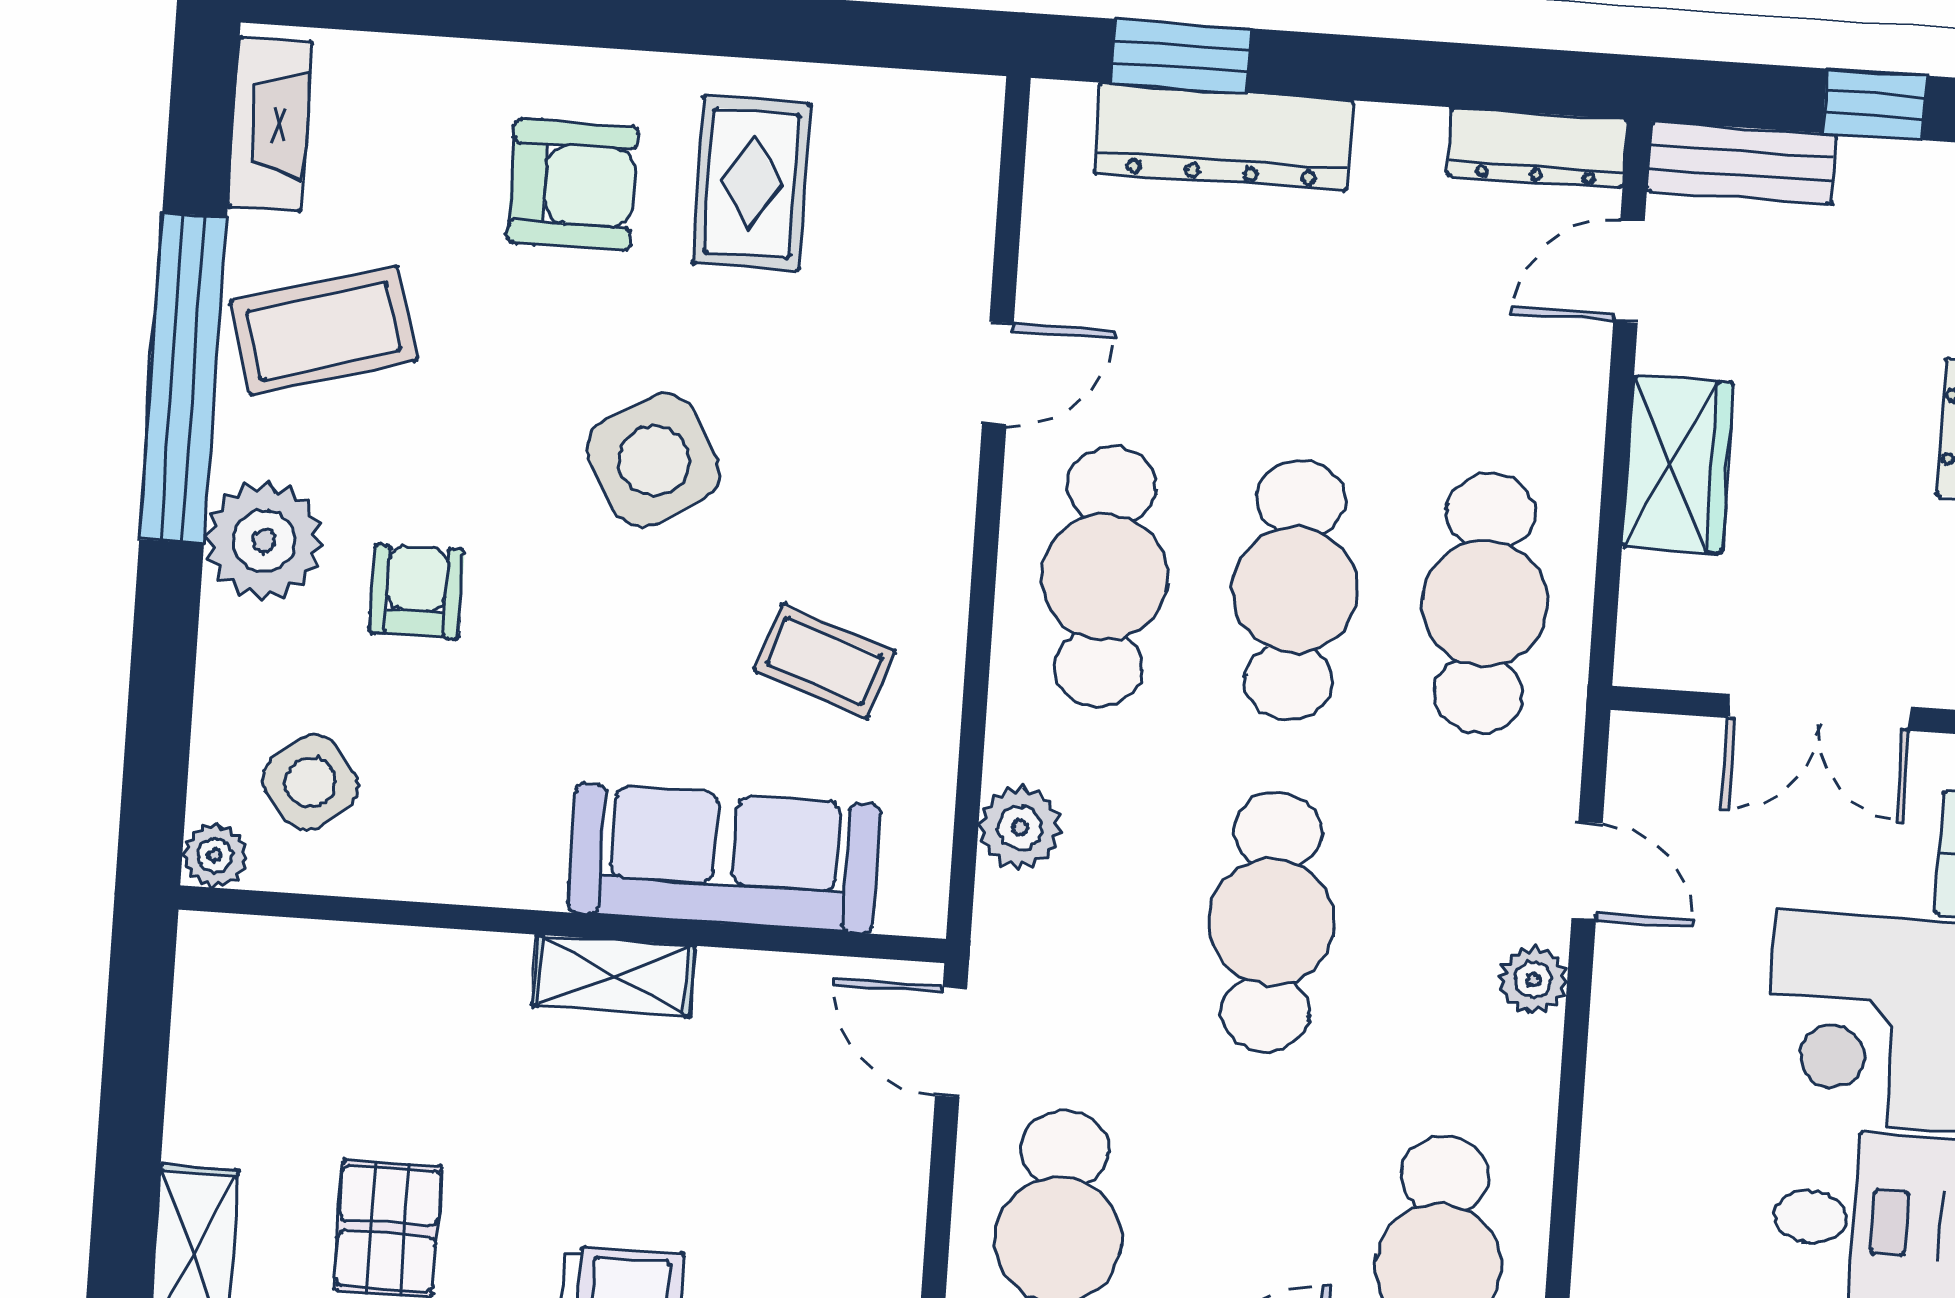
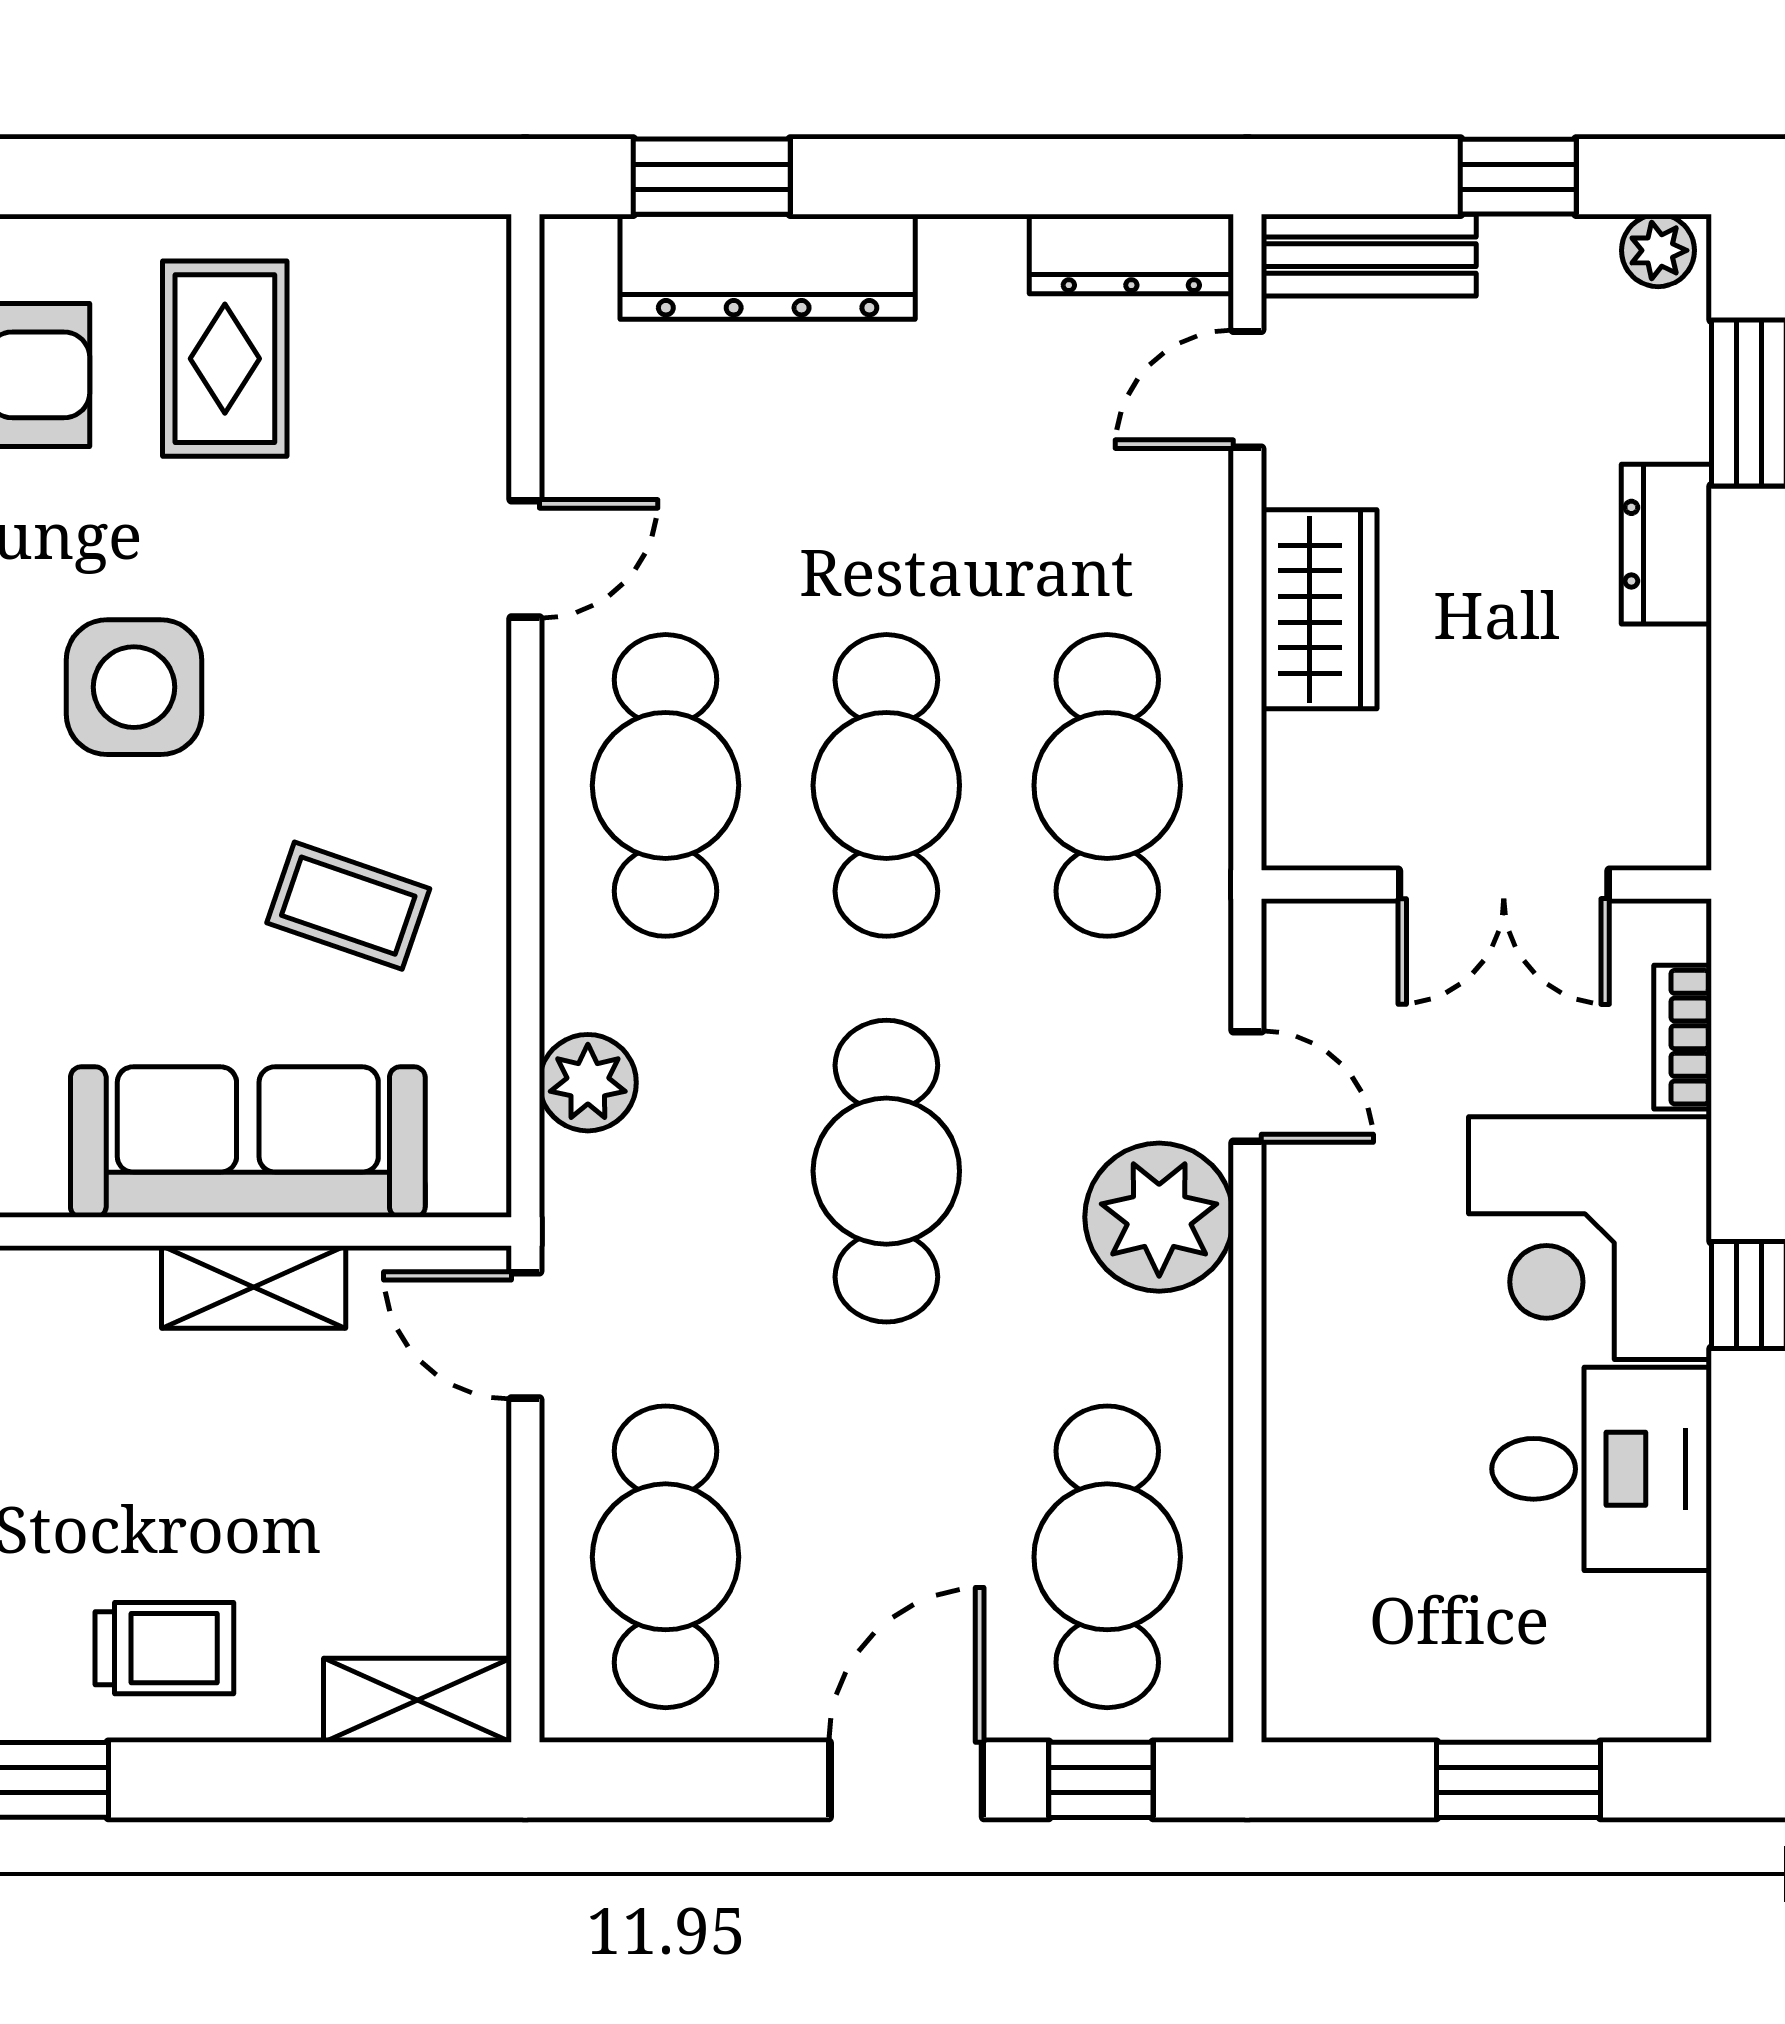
side table: (654, 460) -> (134, 687), turned 31
shelving: (613, 976) -> (254, 1287), moved
plant: (1533, 980) -> (1159, 1217), width x1.88, depth x1.88

